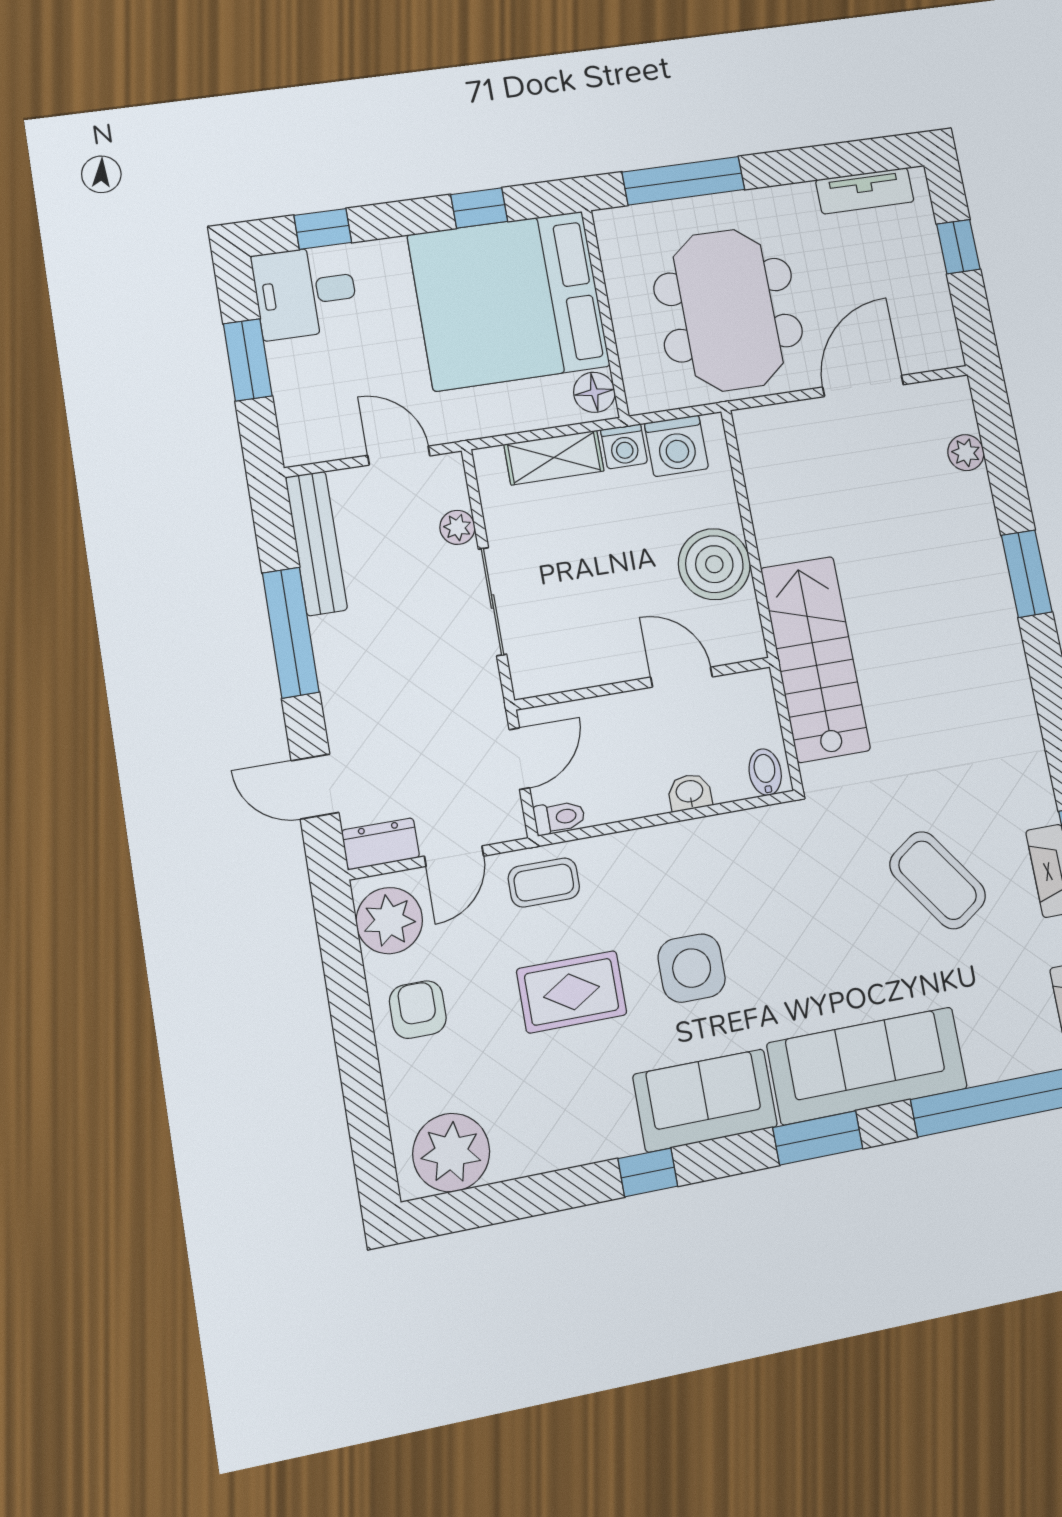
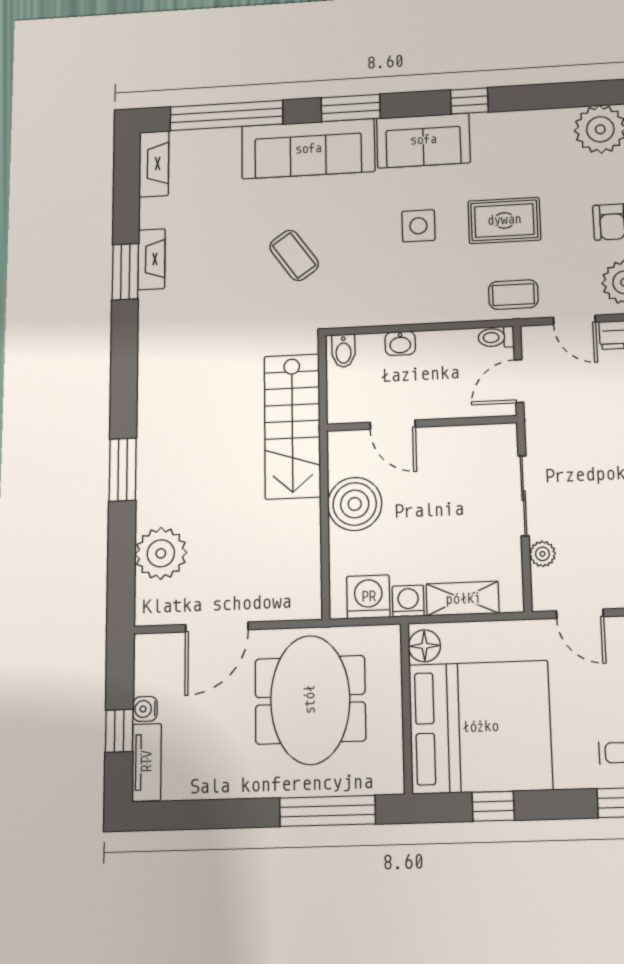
tv unit: (865, 191) -> (147, 762), moved, turned 90
water cooler: (932, 276) -> (145, 709), added
plant: (966, 453) -> (161, 553), width x1.88, depth x1.88
door: (454, 856) -> (574, 320), swing flipped
coffee table: (938, 880) -> (294, 255), moved, width x0.73, depth x0.77
side table: (692, 968) -> (418, 226), width x0.73, depth x0.73

